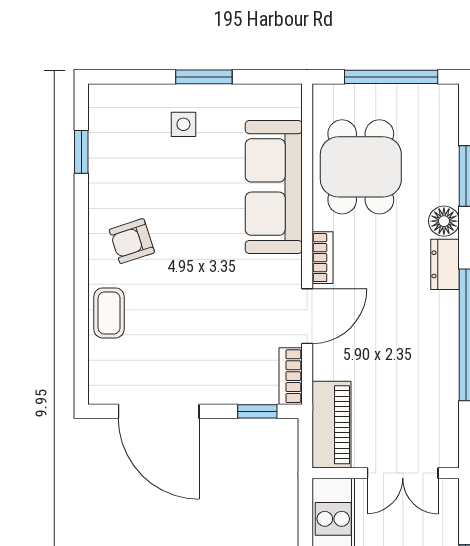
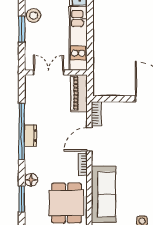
dresser: (445, 264) -> (31, 136), moved
window: (257, 411) -> (110, 99), removed

